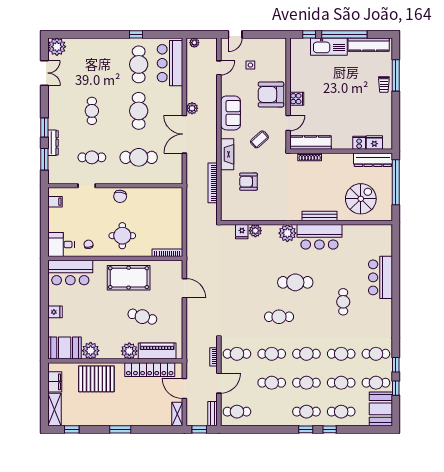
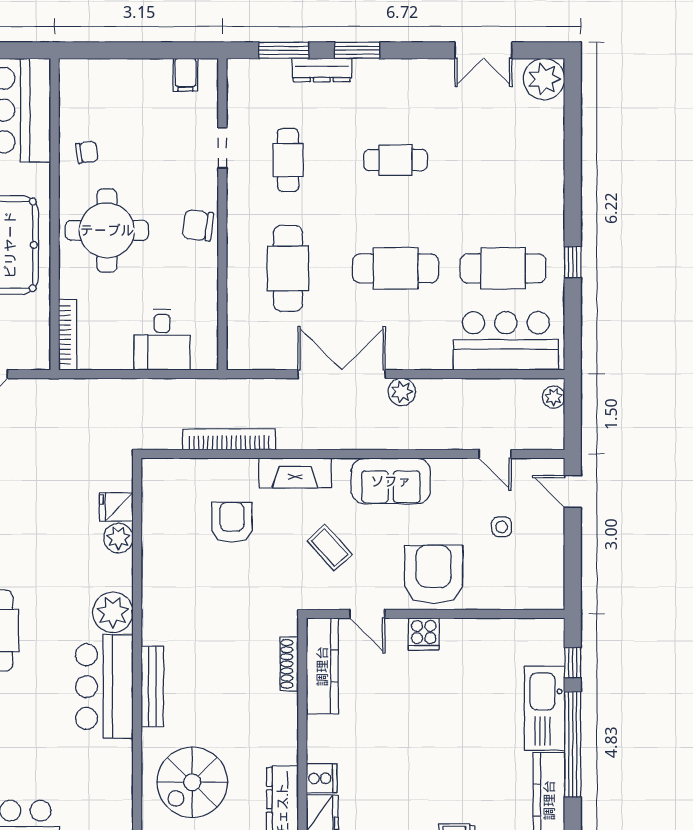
spiral stairs: (361, 199) -> (192, 782), turned 90
round table: (122, 236) -> (107, 230), width x1.36, depth x1.36
desk: (61, 244) -> (162, 340), moved, turned 180

